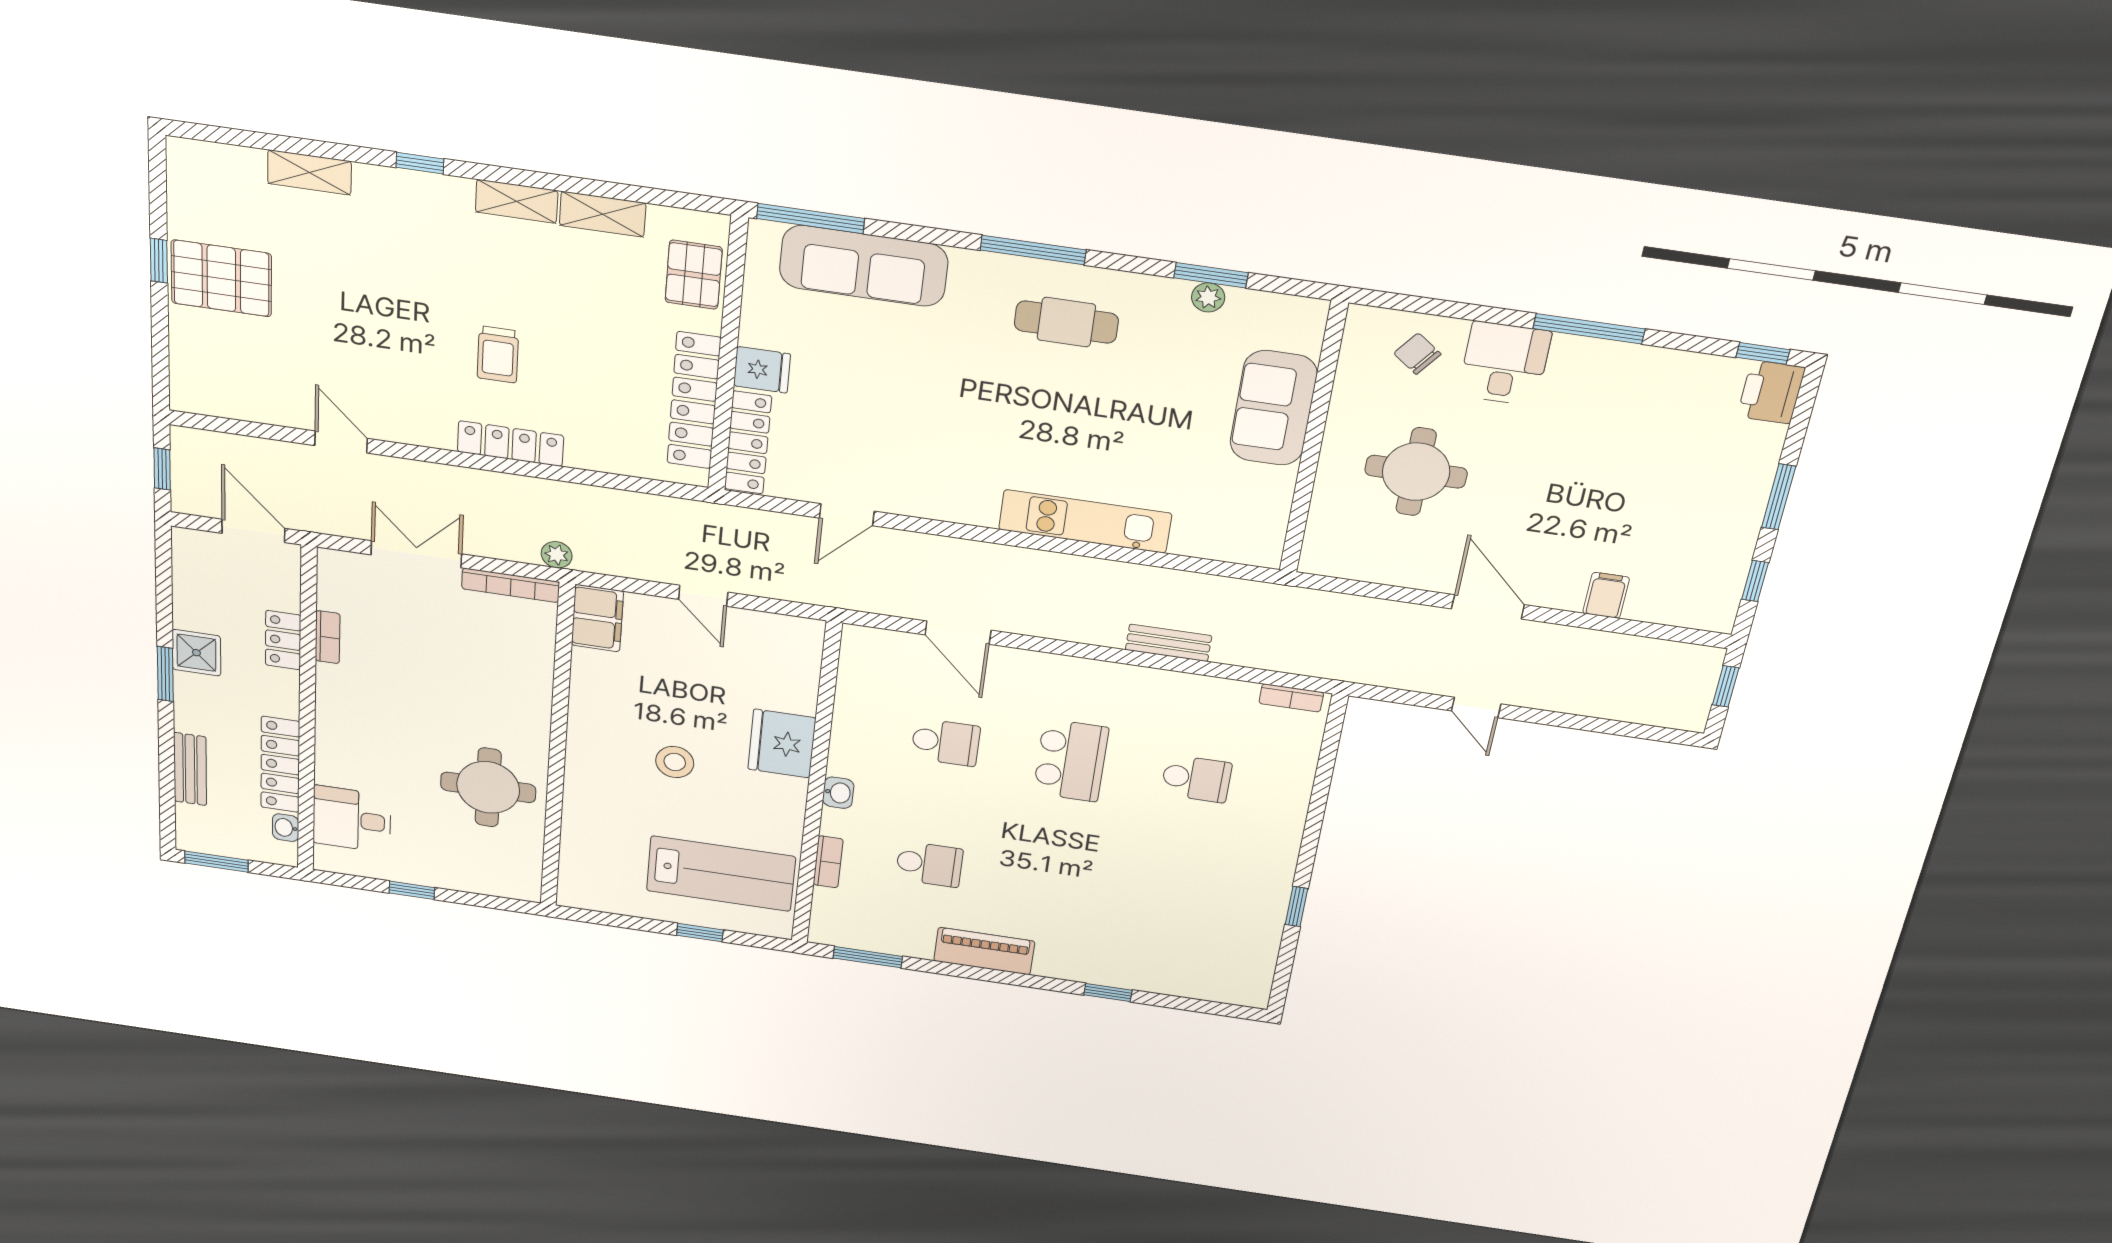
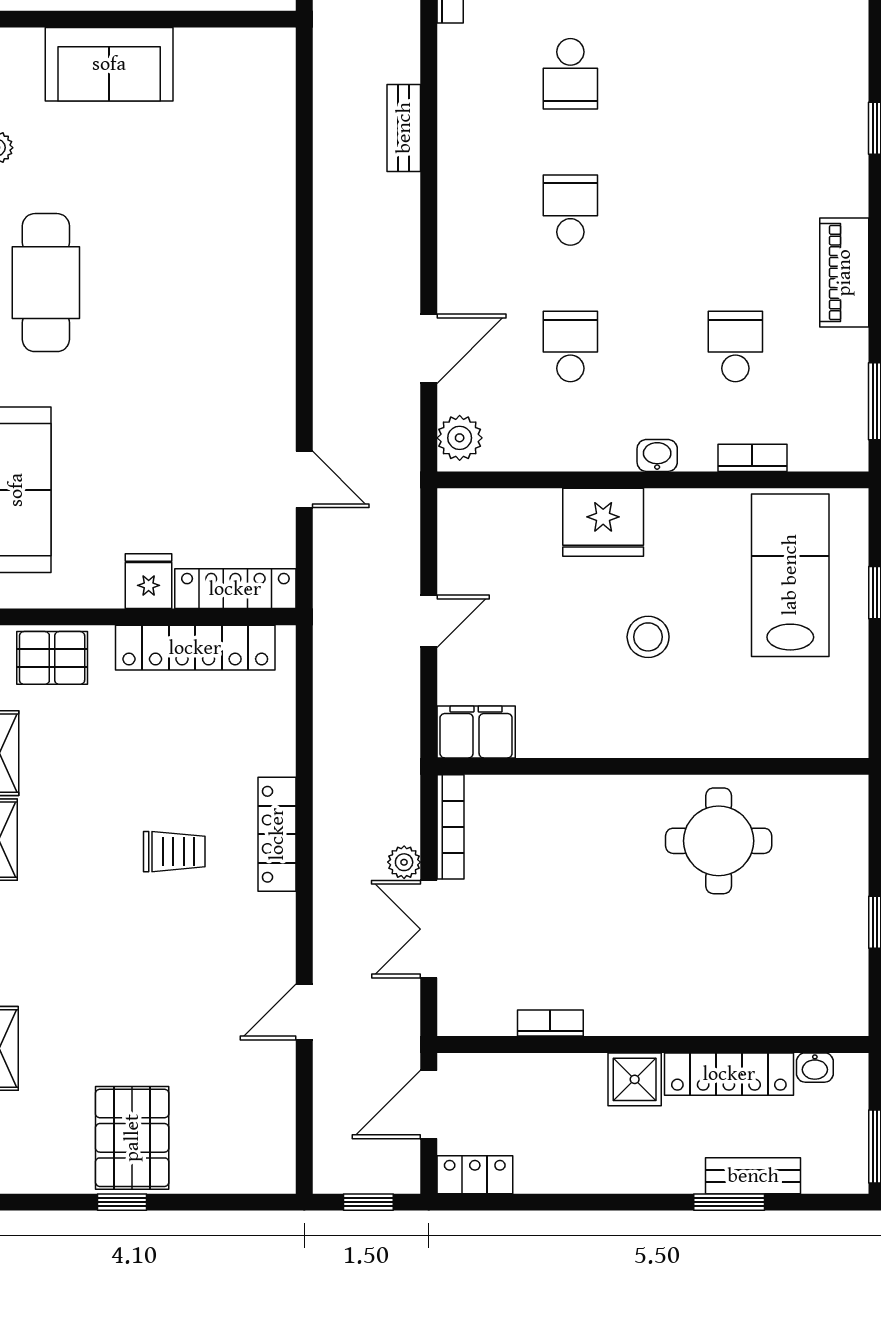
cafe table: (1066, 322) -> (46, 283), width x1.37, depth x1.35
kitchen unit: (1085, 521) -> (271, 234), removed
plant: (557, 555) -> (404, 862), moved
locker: (283, 640) -> (475, 1175), moved, turned 180
plant: (872, 645) -> (460, 438), added
shower: (196, 653) -> (635, 1079), moved
window: (165, 674) -> (729, 1202), moved
school desk: (1071, 760) -> (570, 210), width x0.54
school desk: (1196, 779) -> (570, 74), turned 180
desk: (352, 819) -> (790, 992), removed

